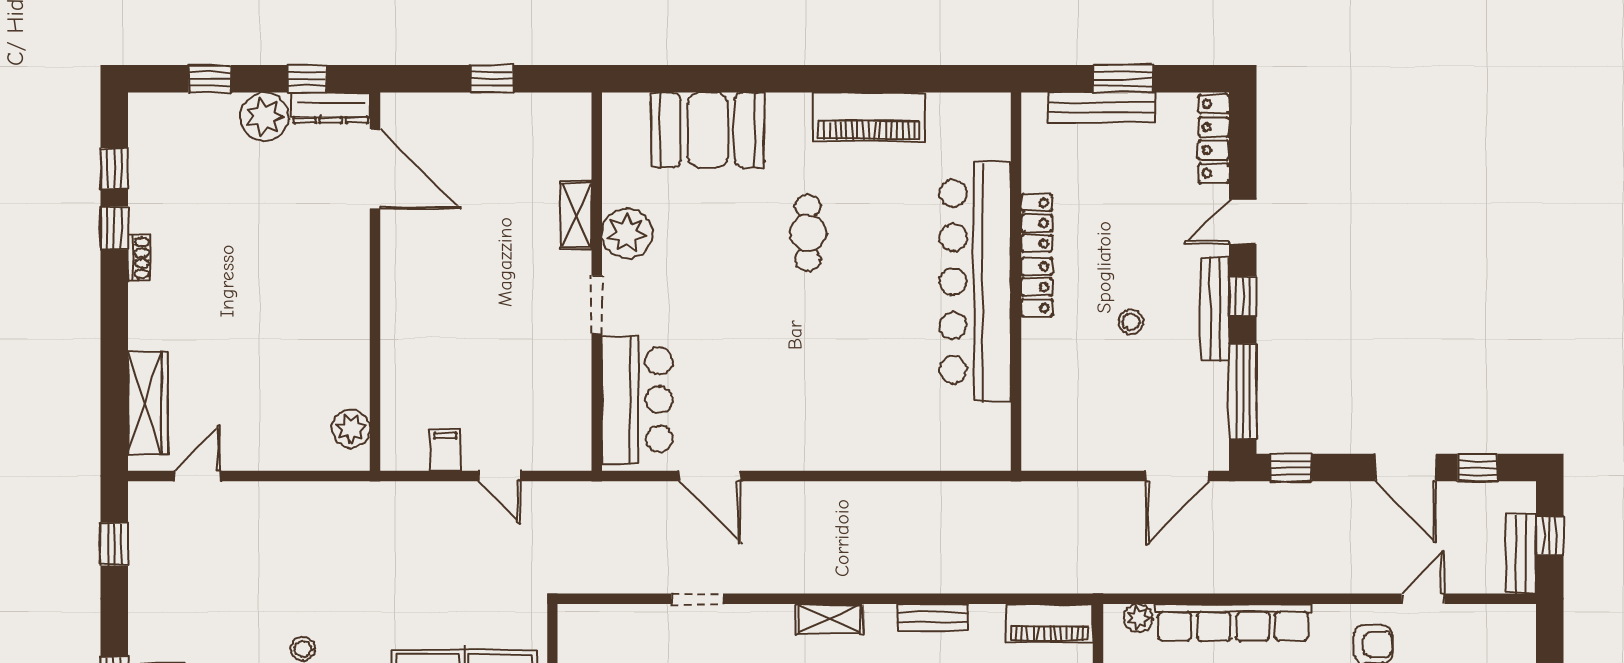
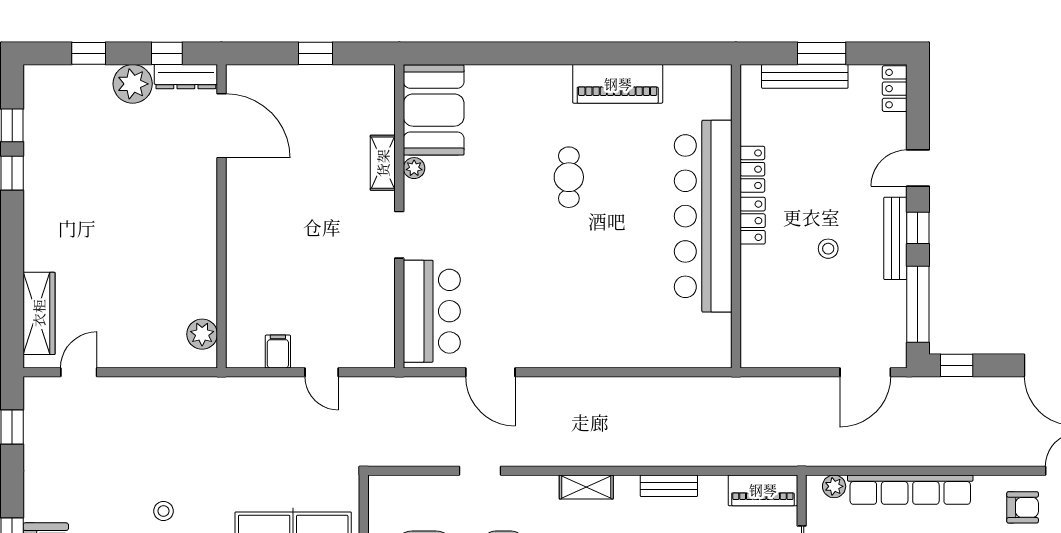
booth: (708, 130) -> (434, 110), moved, turned 90
locker: (1214, 139) -> (895, 89), width x0.66
plant: (627, 233) -> (414, 168), width x0.53, depth x0.53
shoe rack: (139, 258) -> (32, 197), removed

